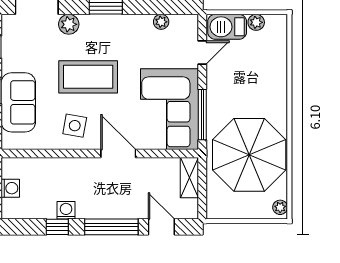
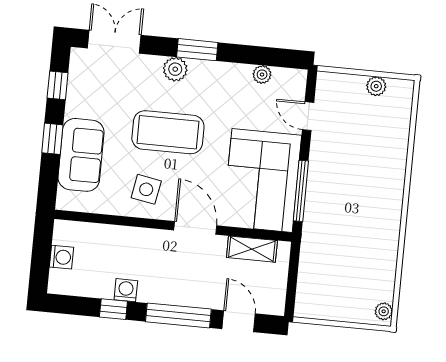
plant: (69, 24) -> (175, 69), moved
barbecue: (227, 27) -> (341, 88), removed
door: (202, 52) -> (308, 116), swing flipped
parasol: (249, 155) -> (353, 245), removed
shelving: (189, 178) -> (252, 249), moved, turned 90

